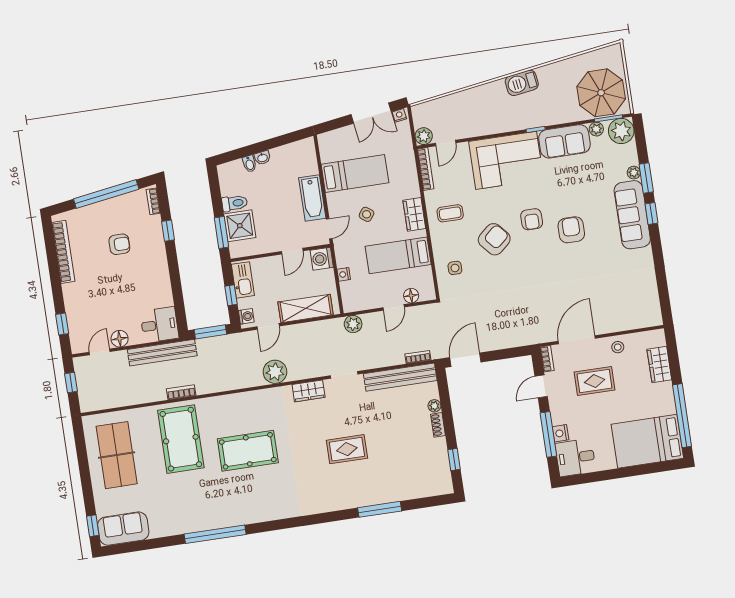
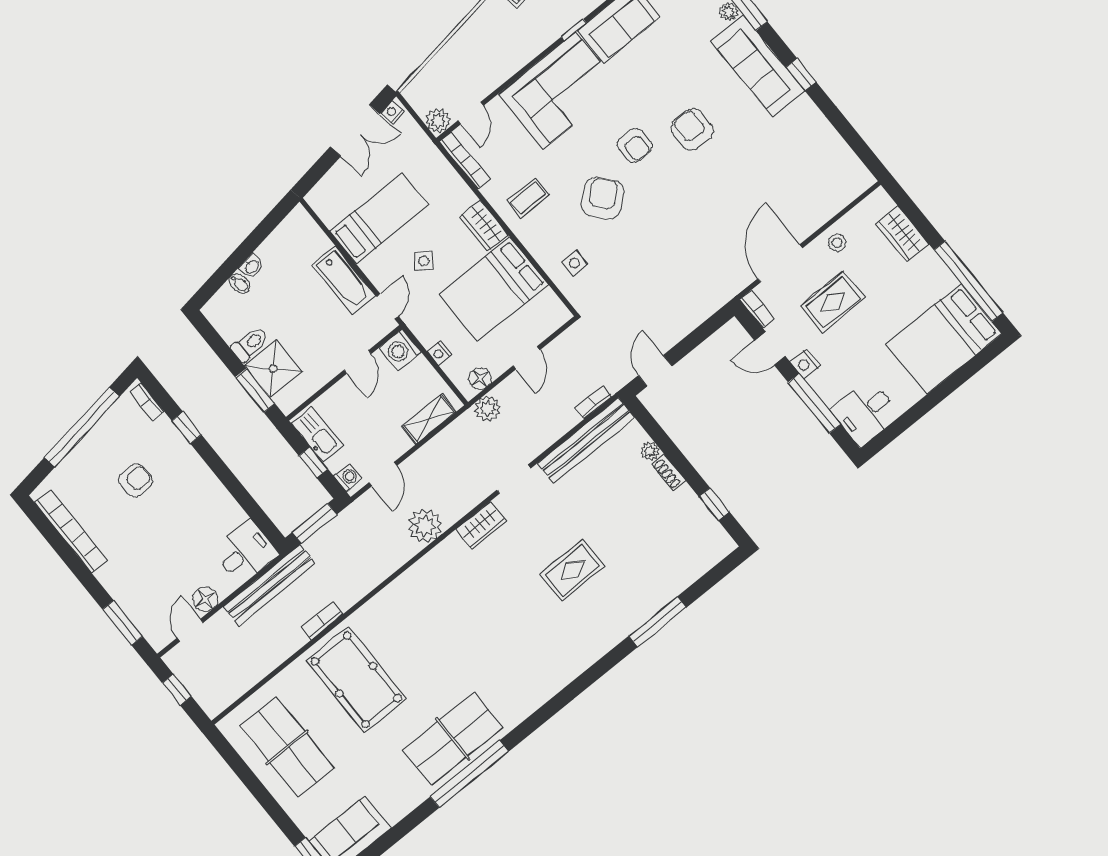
window: (652, 213) -> (801, 75), moved
bed: (398, 255) -> (494, 289), width x1.50
floor lamp: (411, 296) -> (480, 378), moved
shelving: (306, 308) -> (429, 419), width x0.67, depth x0.75
window: (62, 324) -> (123, 623), width x1.50
door: (465, 360) -> (655, 371), width x0.73
door: (541, 386) -> (770, 348), hinge flipped
nightstand: (561, 433) -> (805, 364), moved
pool table: (248, 451) -> (449, 645), removed
table tennis table: (218, 508) -> (453, 739), added

